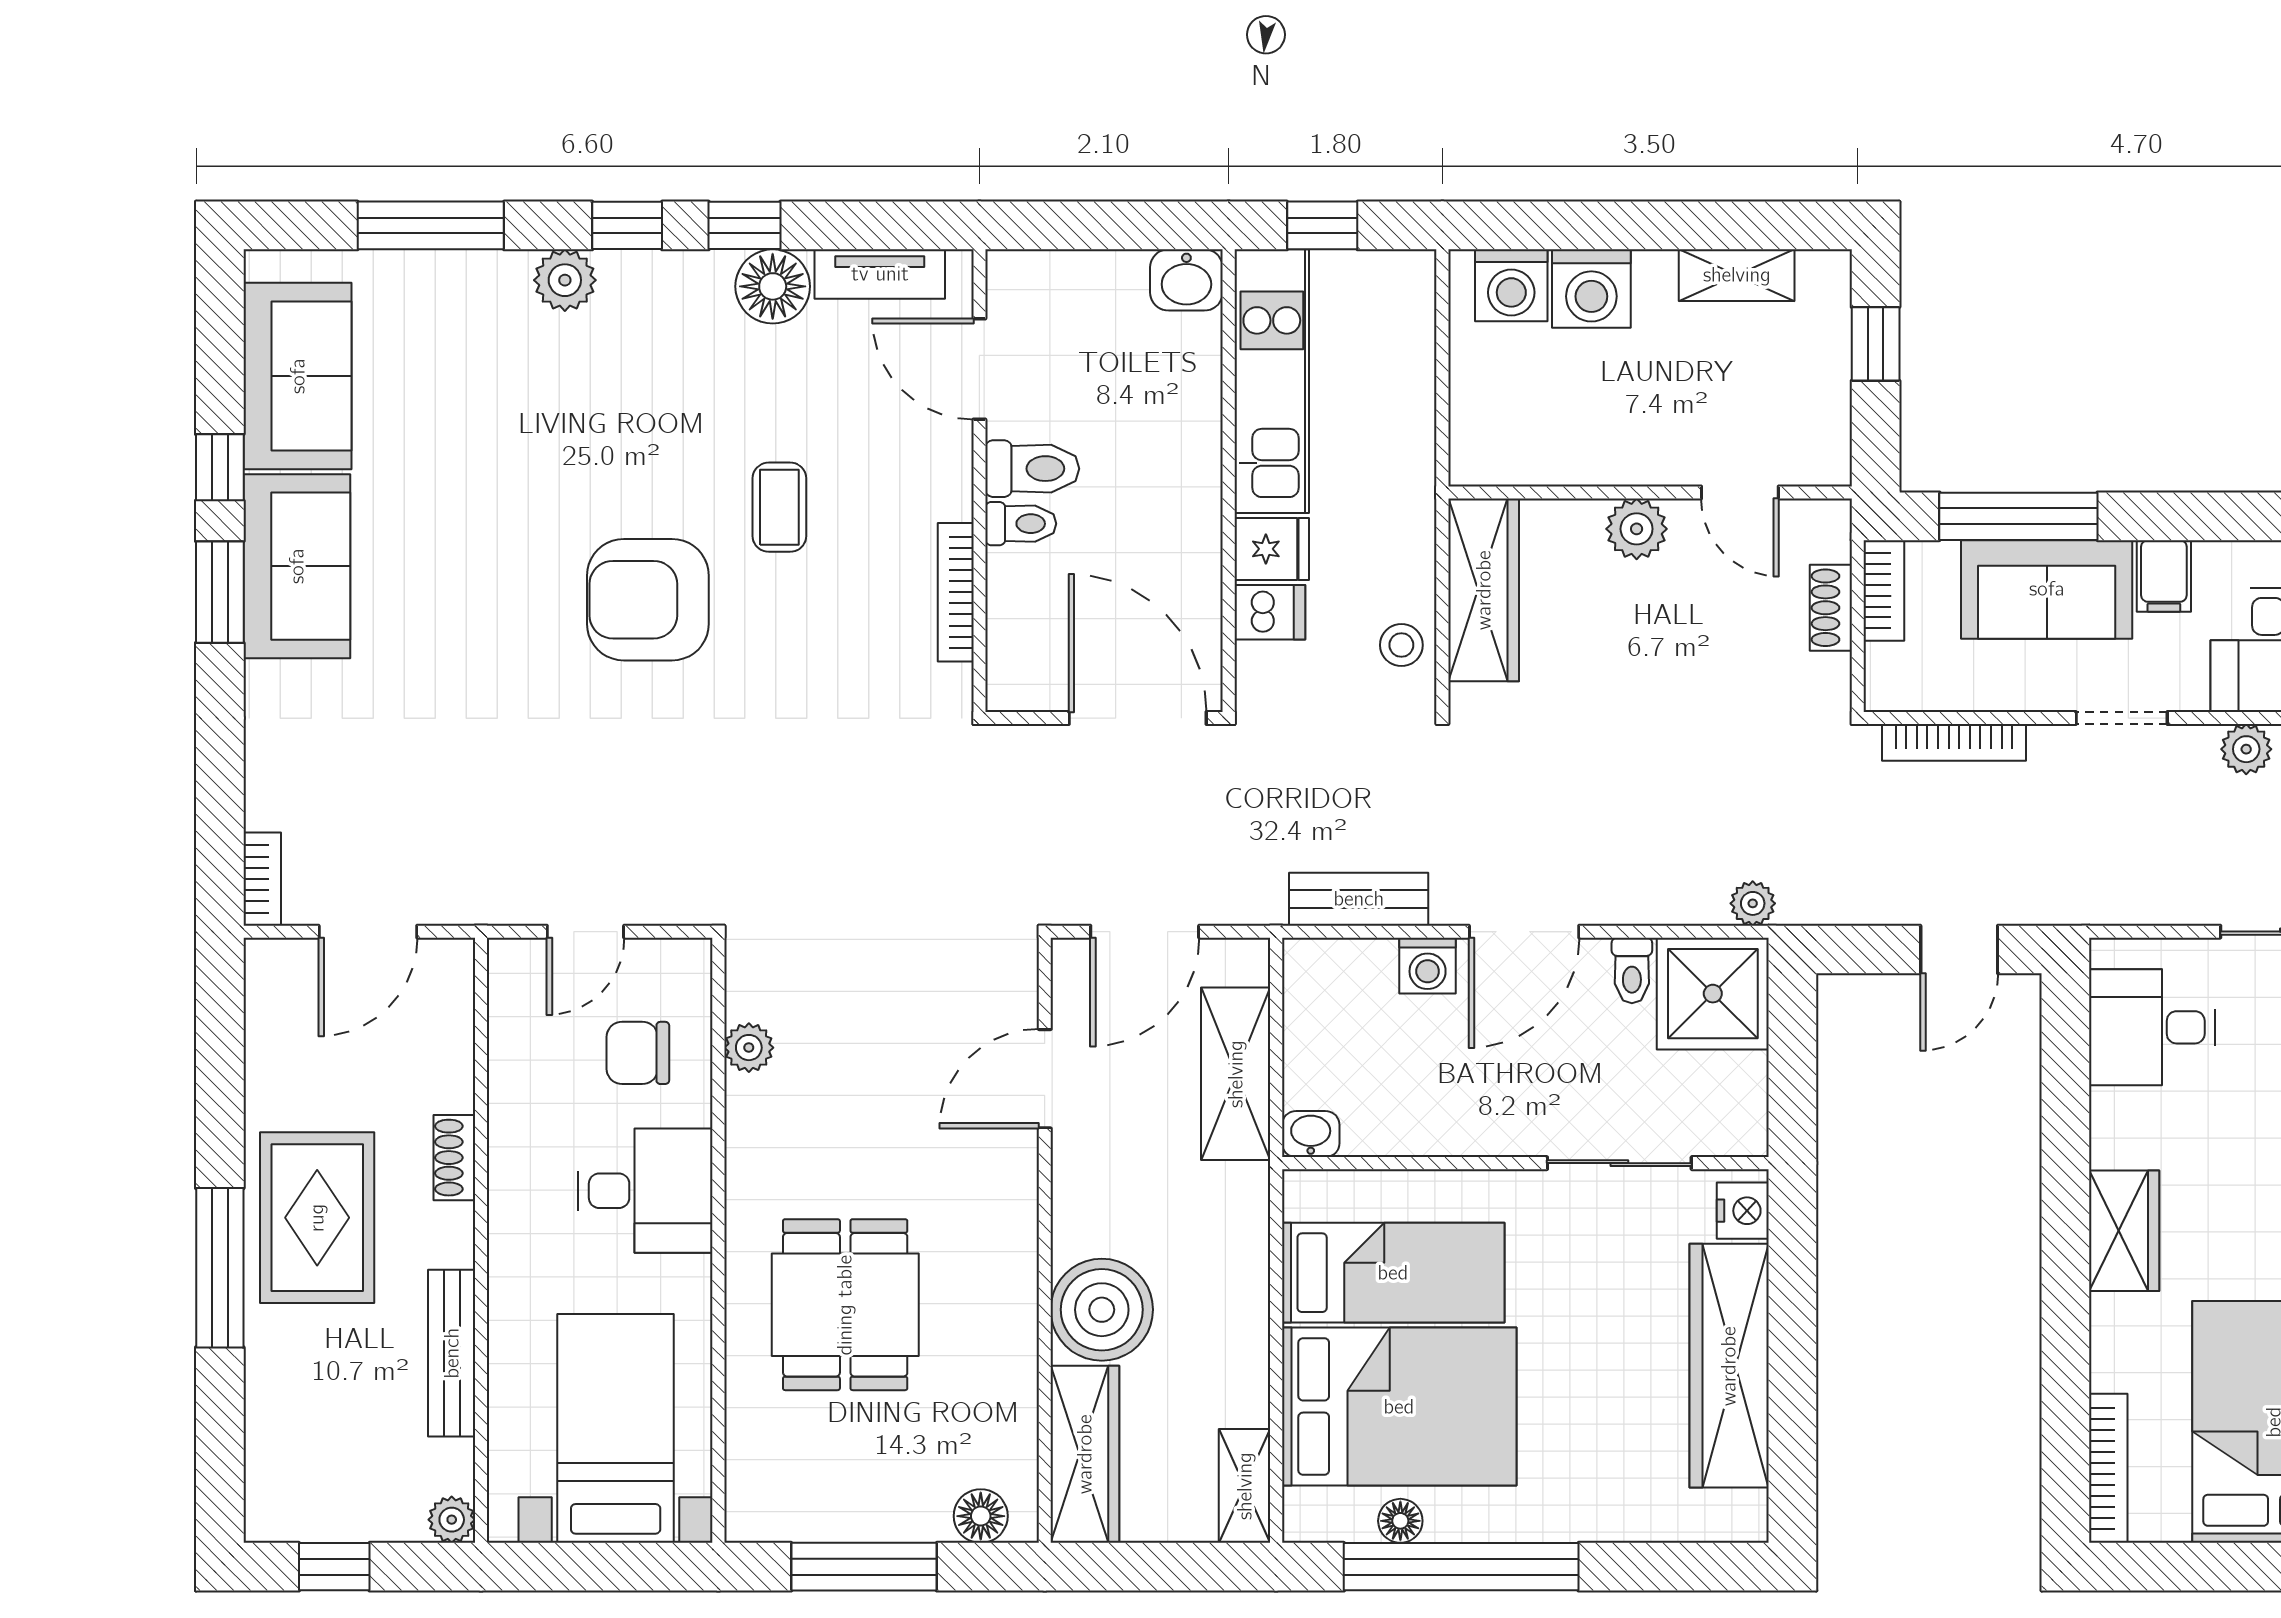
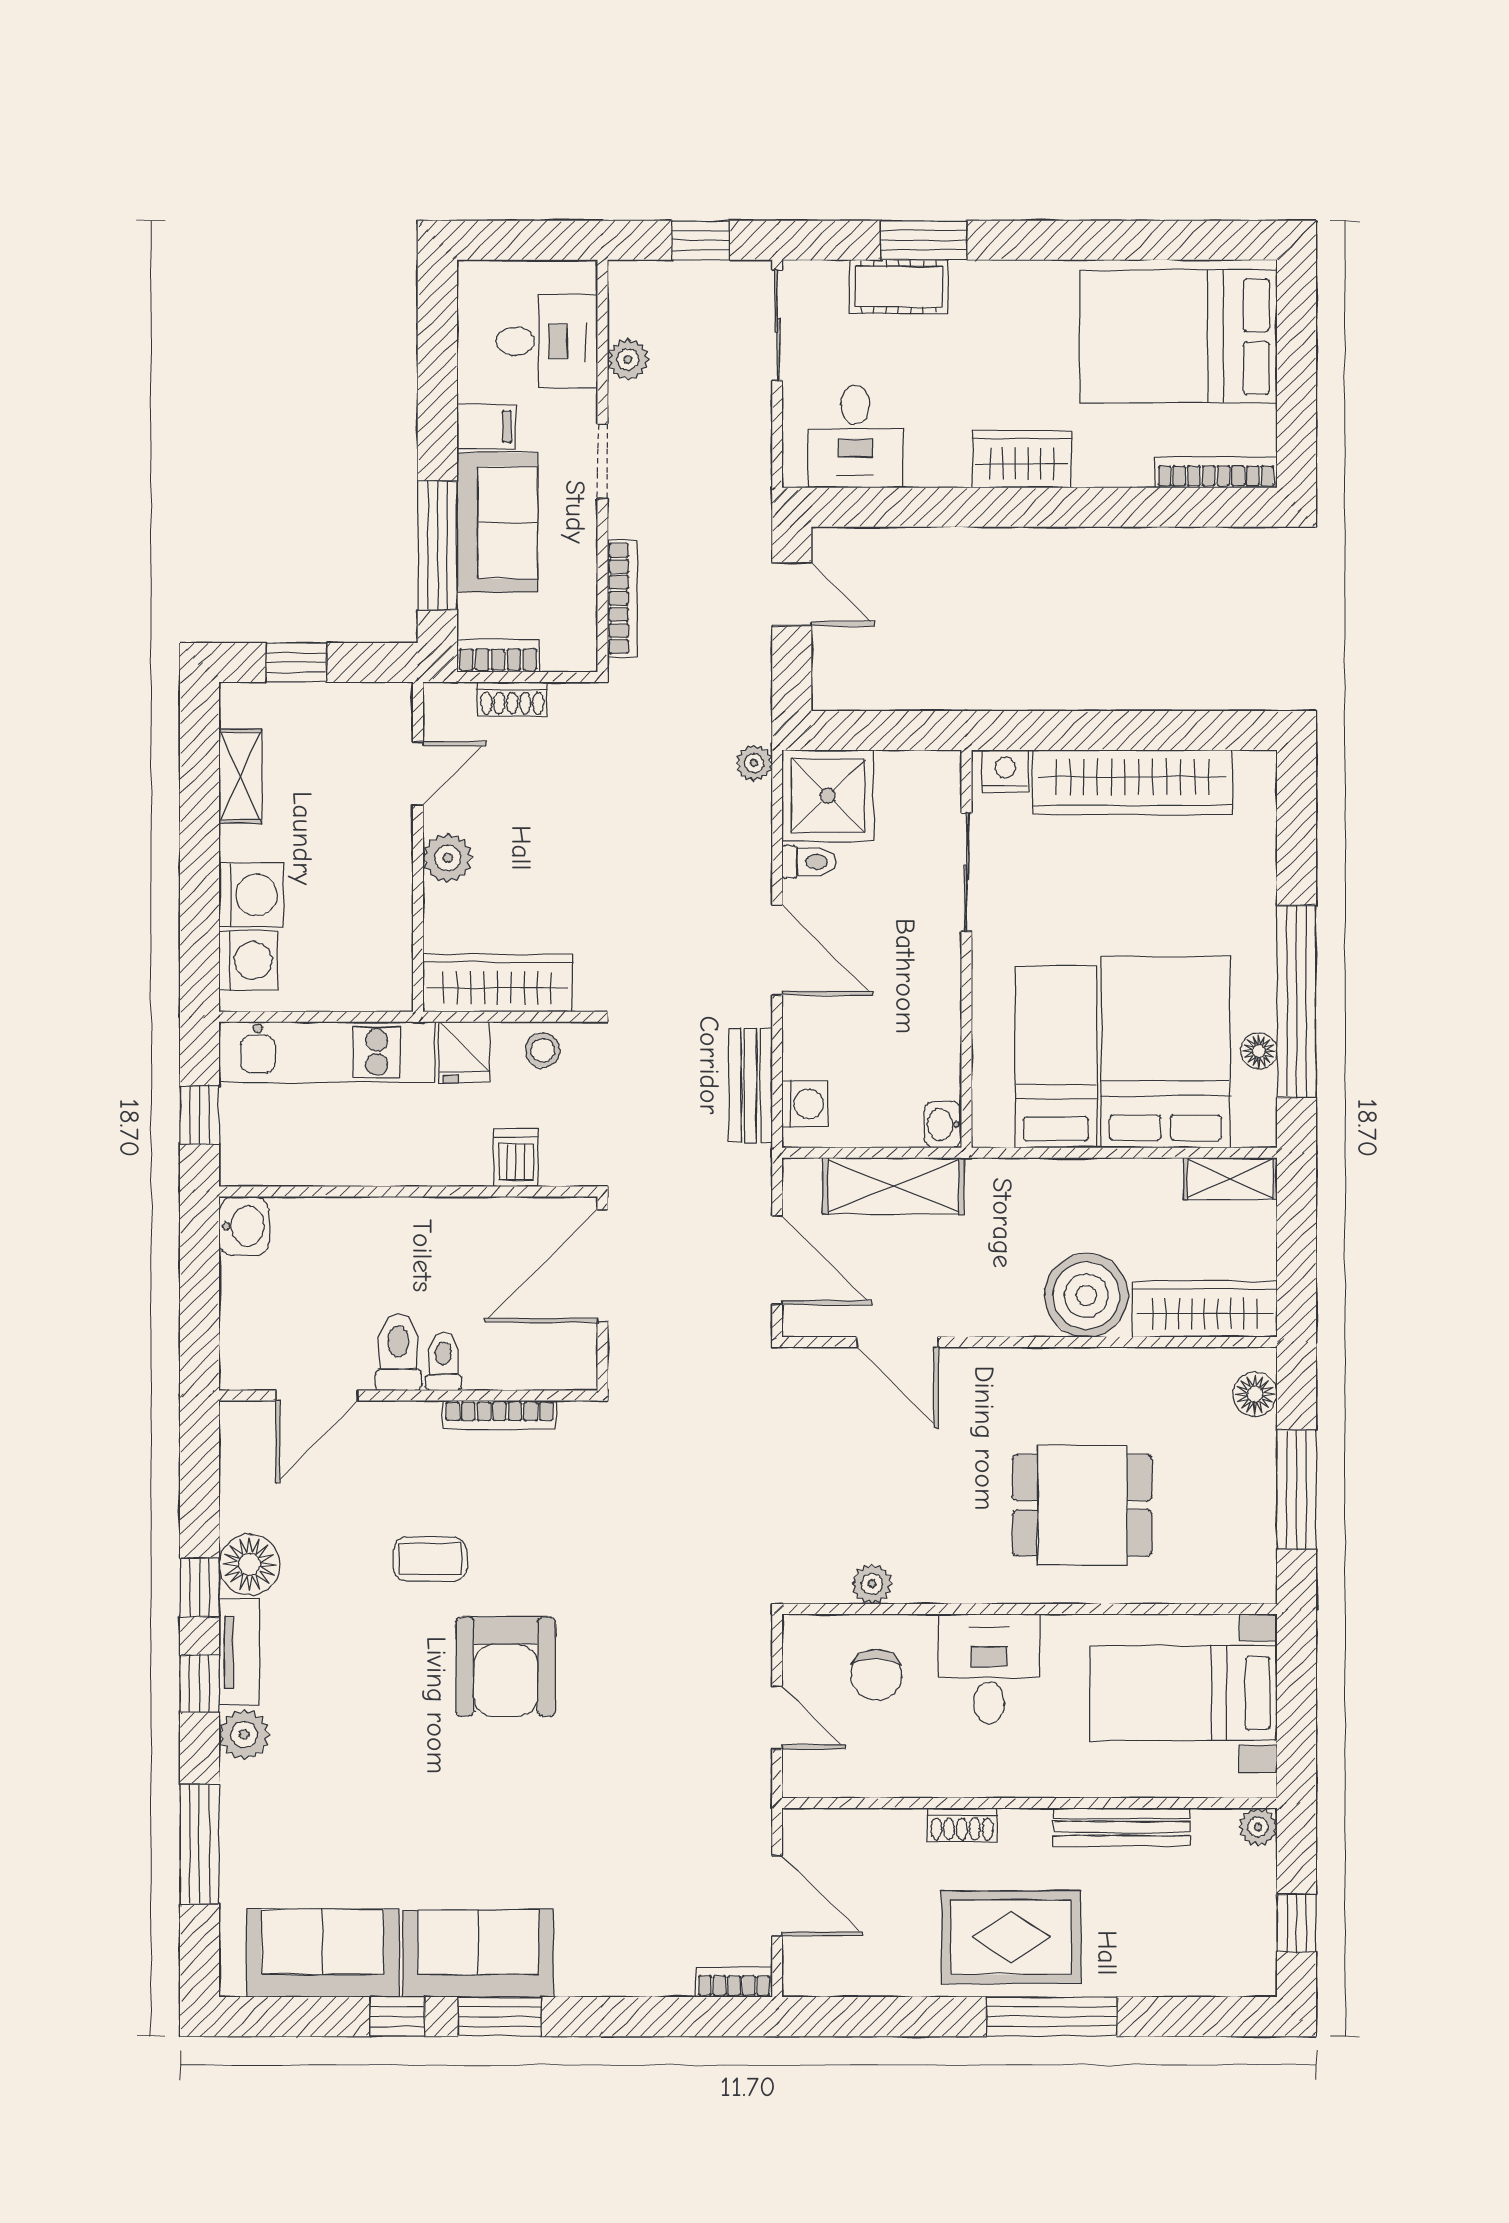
tv unit: (880, 274) -> (239, 1652), moved
kitchen unit: (1272, 381) -> (327, 1052), moved, turned 180
fridge: (1272, 549) -> (464, 1052), moved, turned 180
washing machine: (1428, 966) -> (805, 1104), moved

